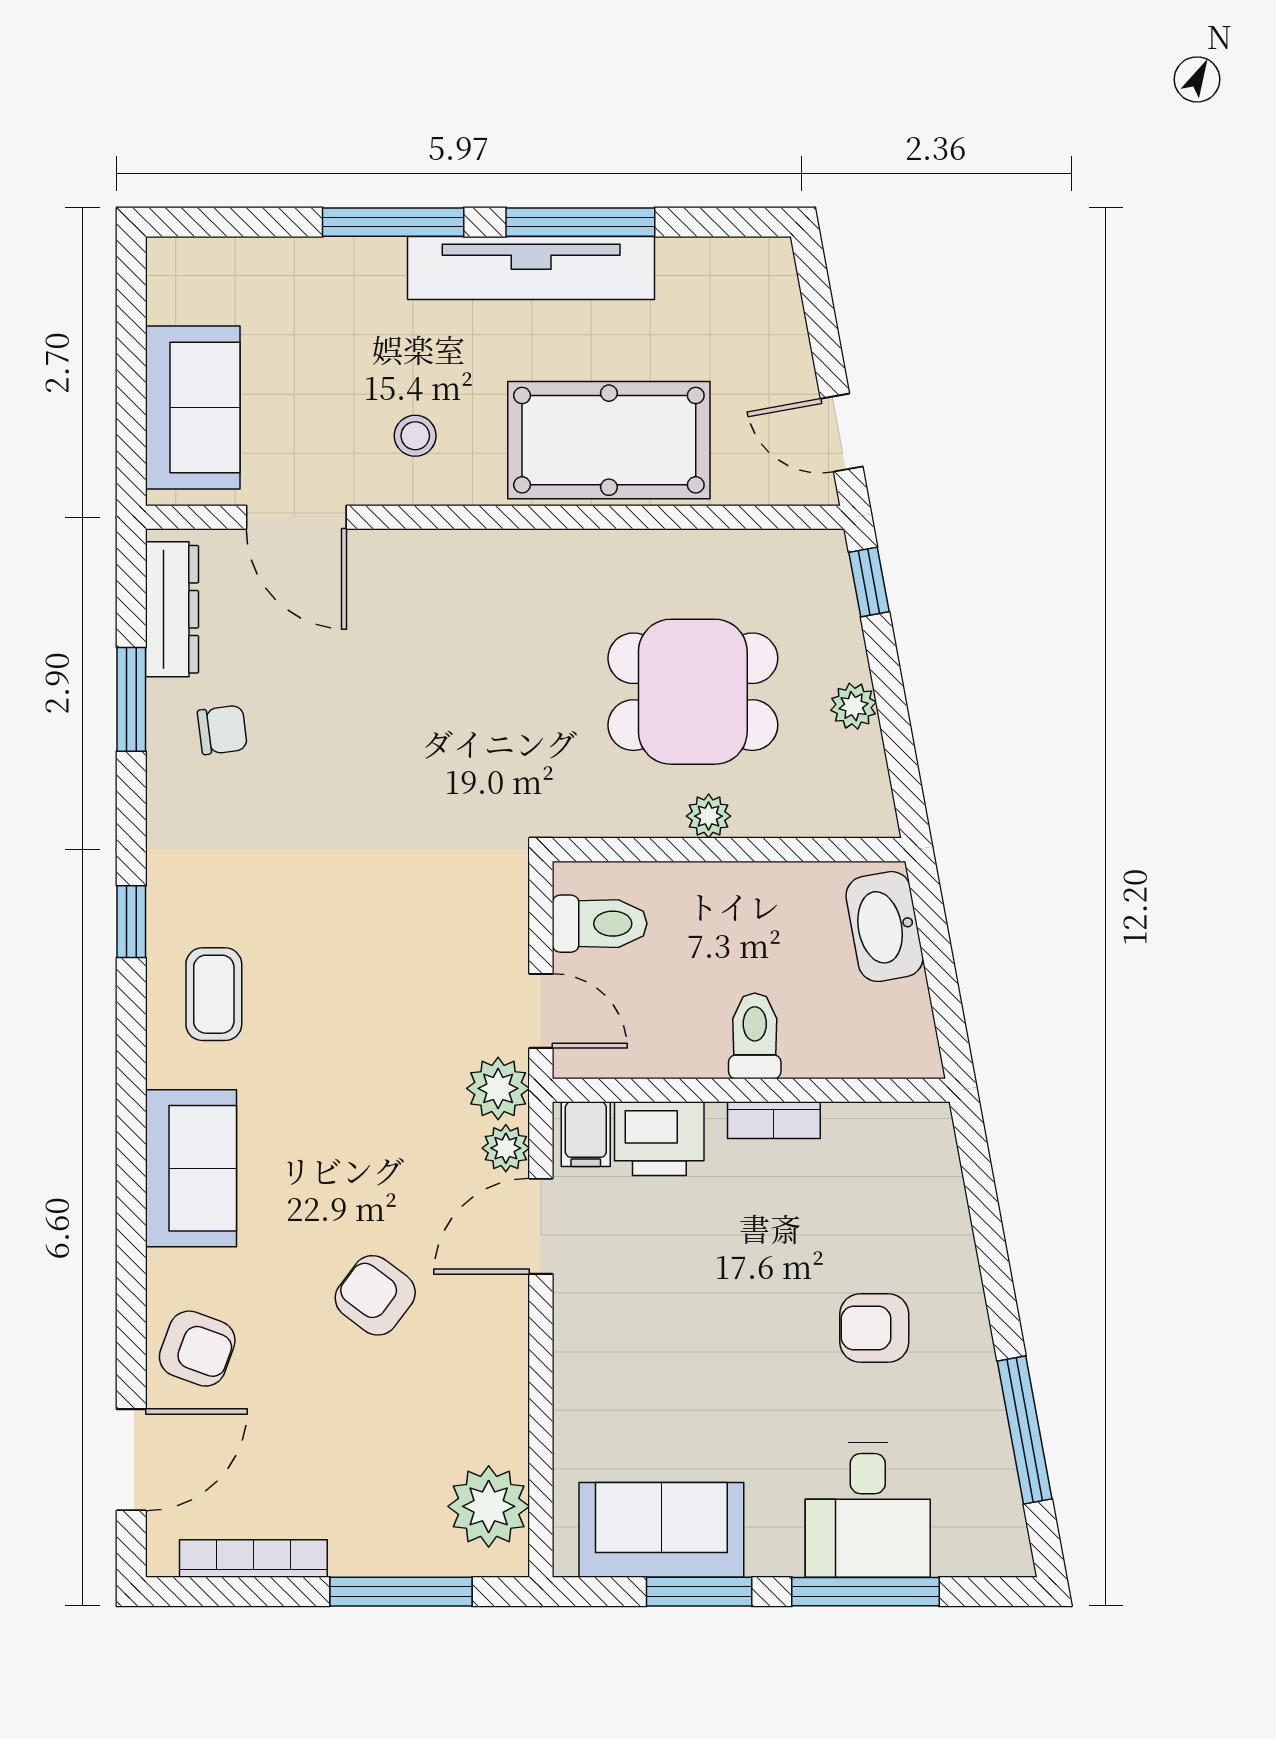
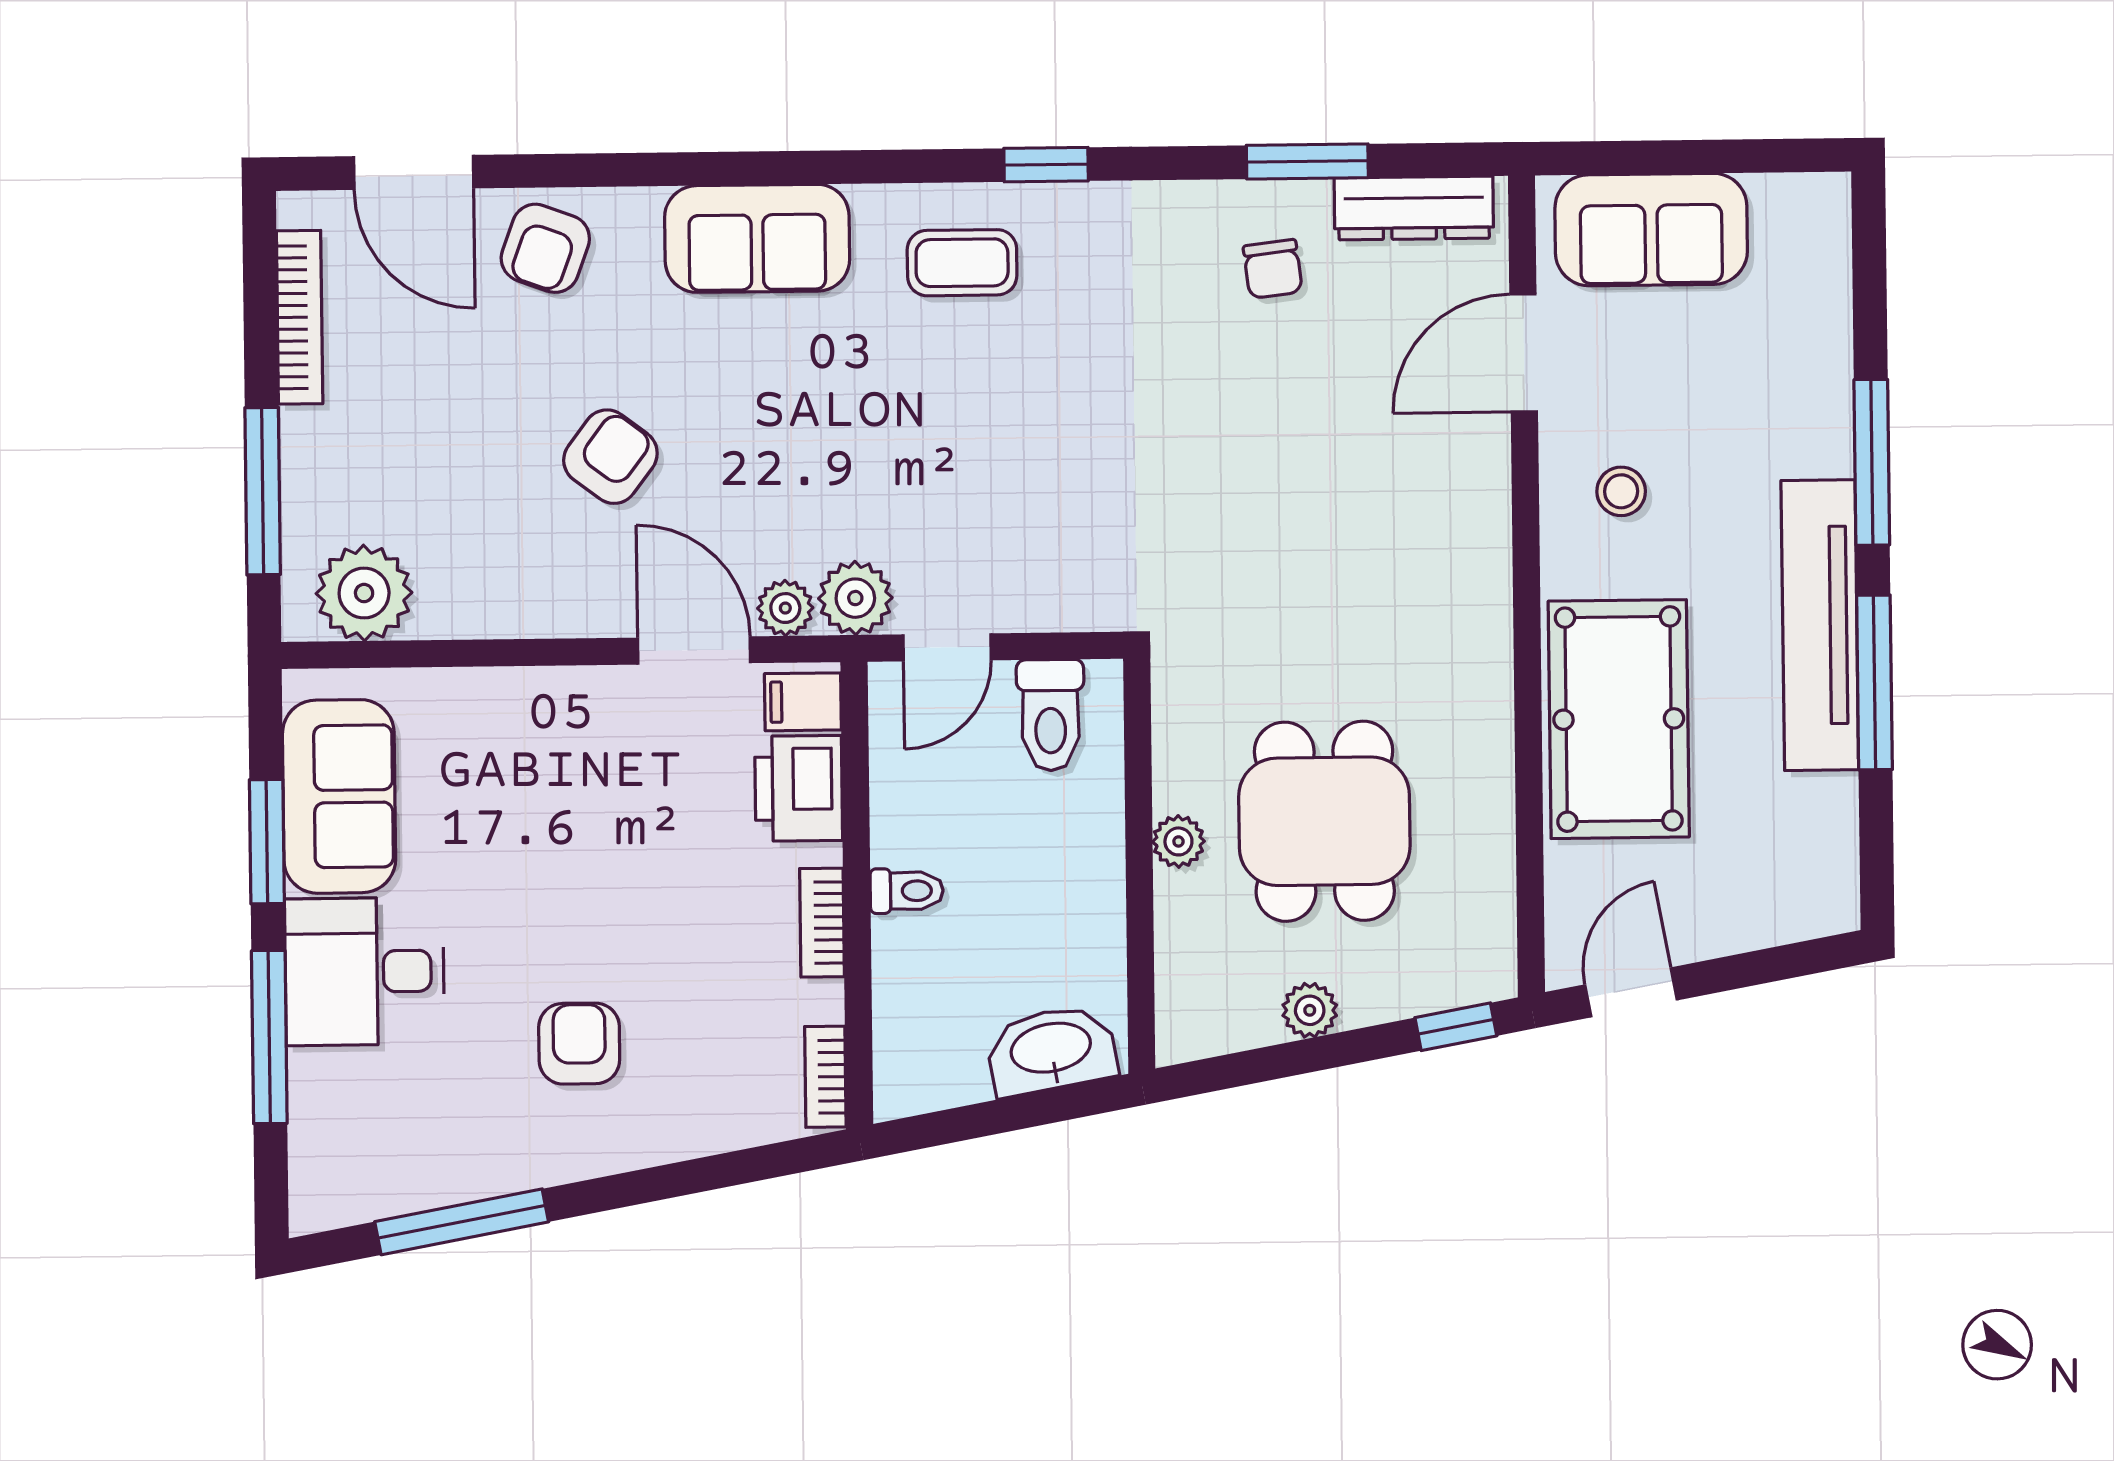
toilet: (755, 1036) -> (907, 891), width x0.73, depth x0.72
bookcase: (905, 1119) -> (825, 1077), added
desk: (868, 1510) -> (364, 971), moved

